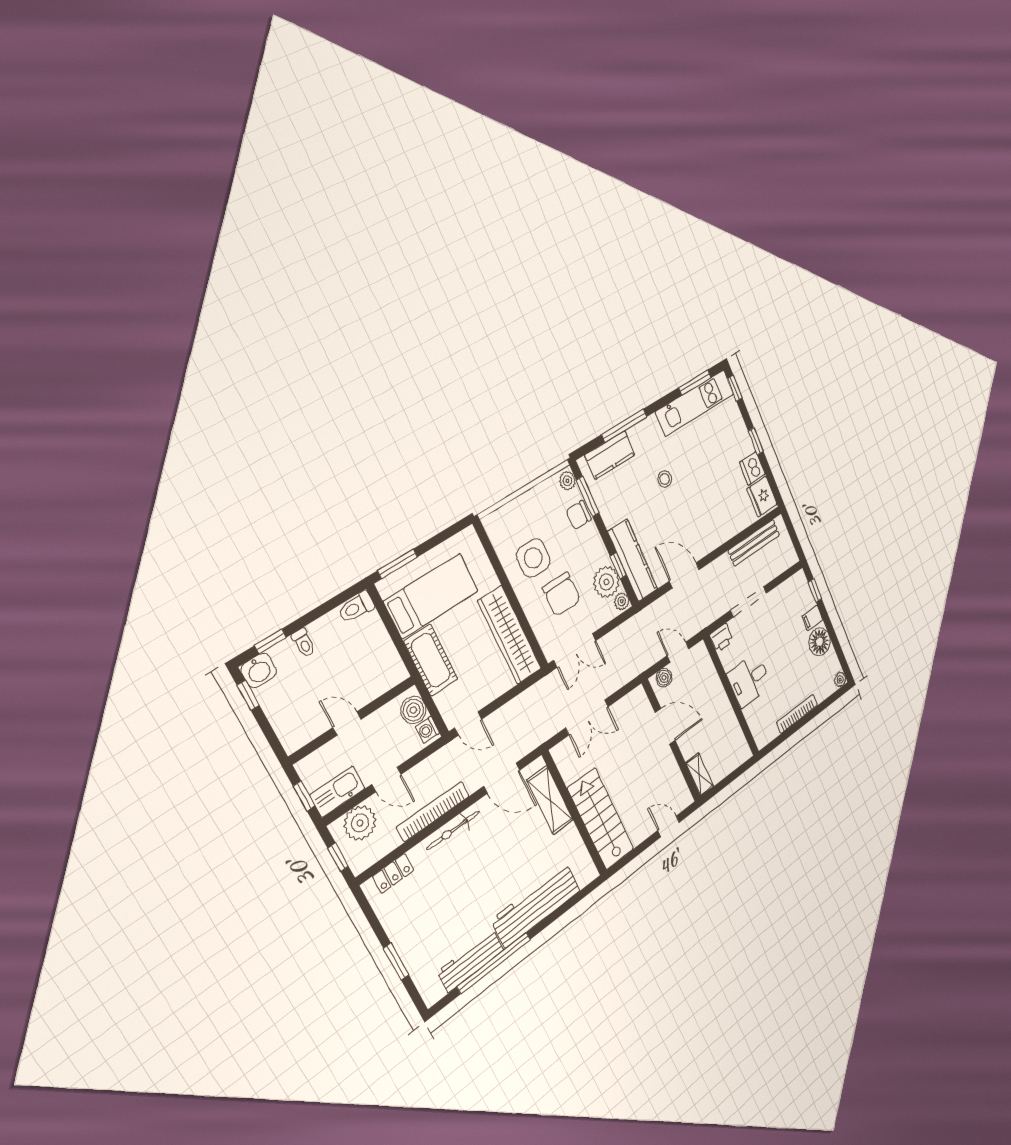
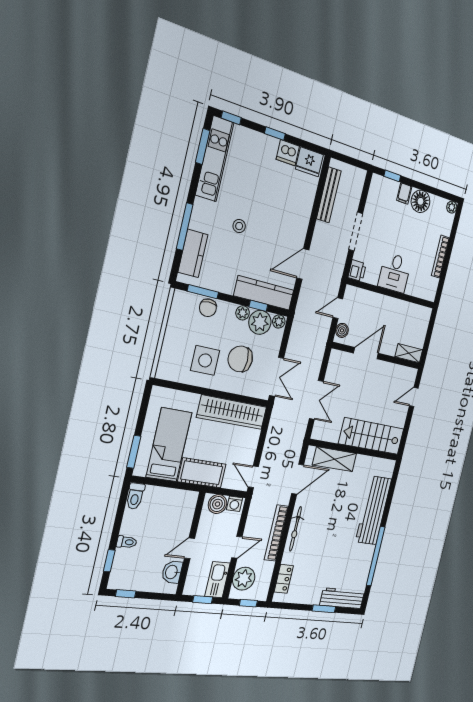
plant: (567, 481) -> (243, 313), moved
chair: (561, 594) -> (240, 359), turned 180
washbasin: (259, 670) -> (172, 572), moved, turned 180
door: (468, 724) -> (253, 477), swing flipped
workbench: (471, 961) -> (342, 598), moved, turned 90

